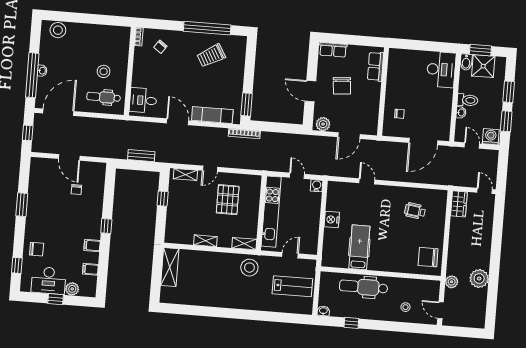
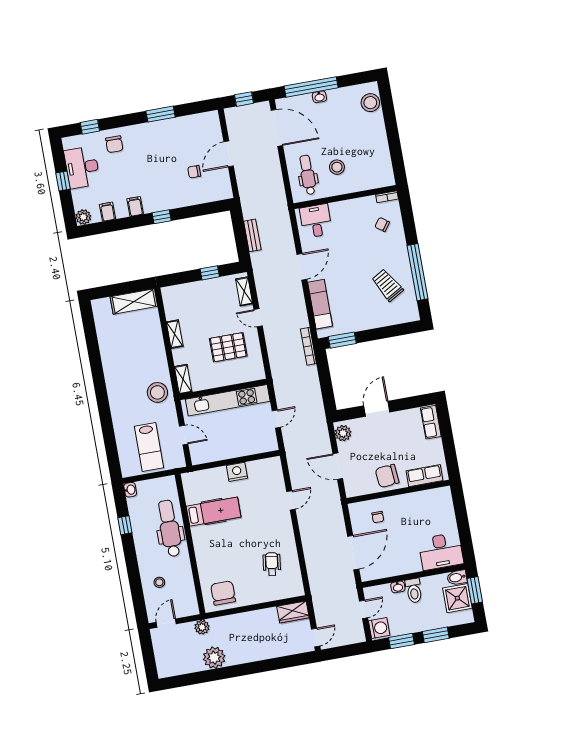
chair: (342, 86) -> (387, 476), moved
door: (423, 142) -> (353, 553), swing flipped
water cooler: (317, 186) -> (271, 444), removed
plant: (72, 289) -> (83, 217), moved

